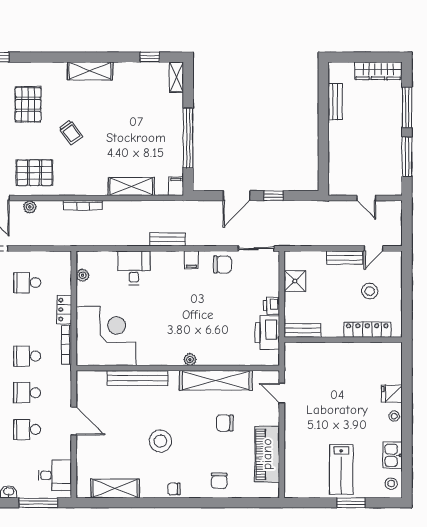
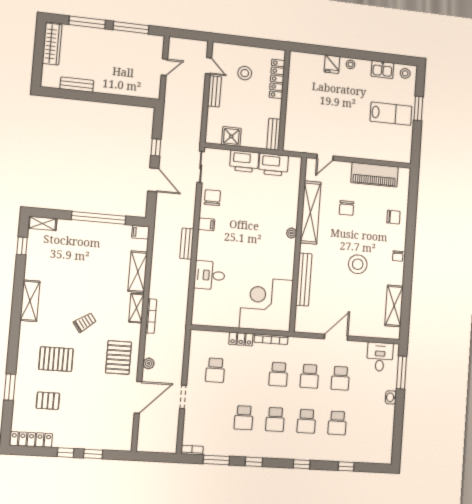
shelving: (91, 188) -> (136, 308), added
plant: (83, 275) -> (212, 321), removed
printer: (271, 306) -> (244, 161), width x1.87, depth x1.48

